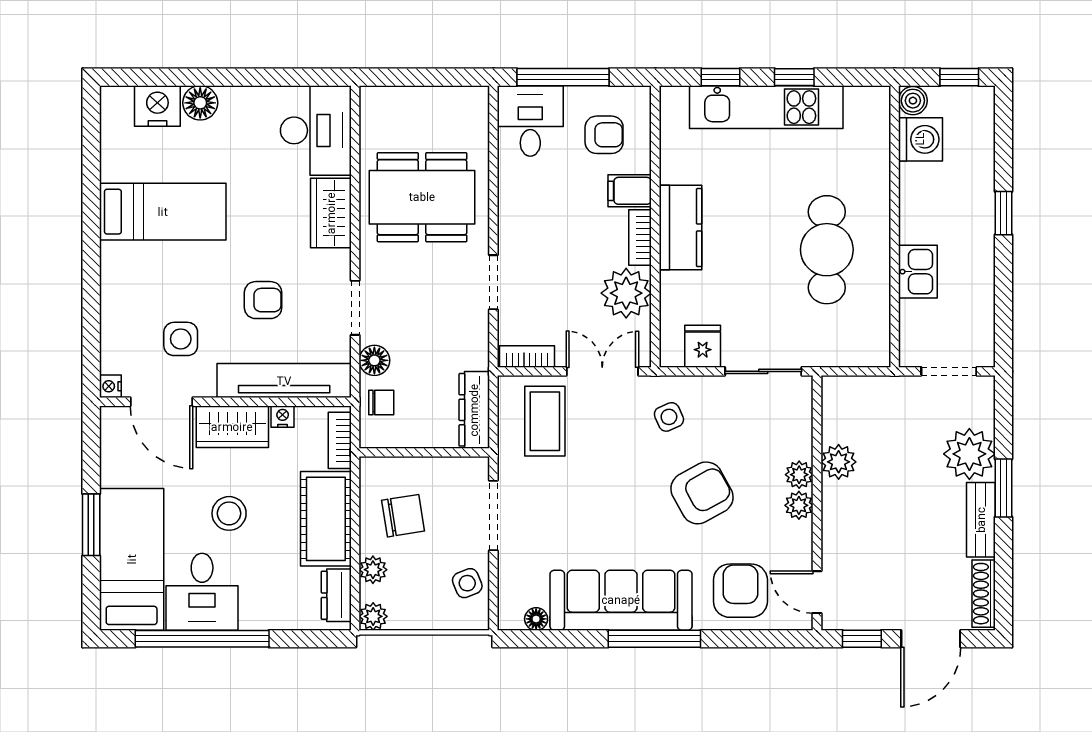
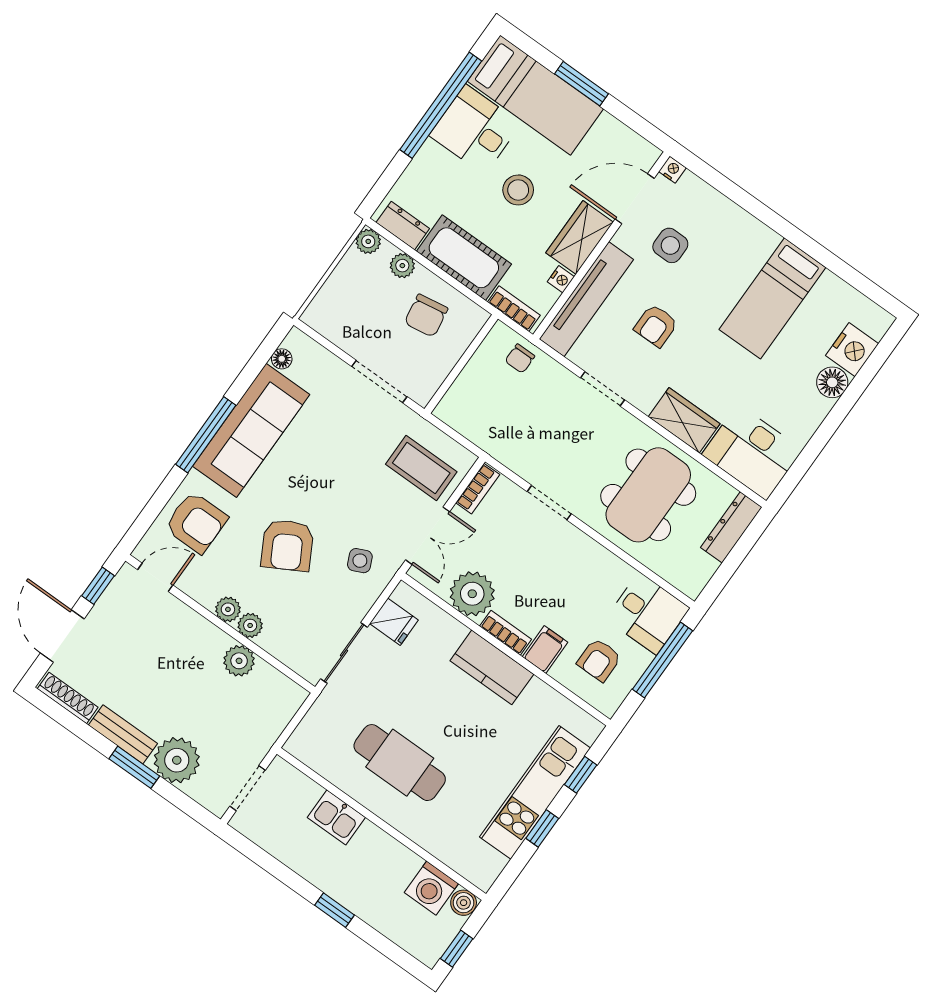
floor lamp: (374, 360) -> (554, 375), removed
dresser: (474, 410) -> (731, 527), moved, turned -90
side table: (467, 583) -> (344, 327), removed

